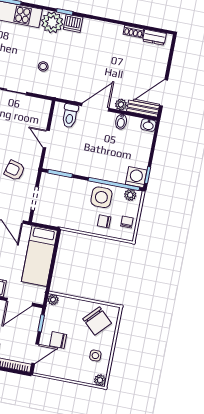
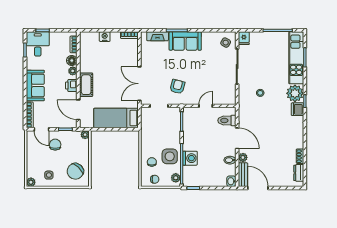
washing machine: (136, 177) -> (190, 158), moved

